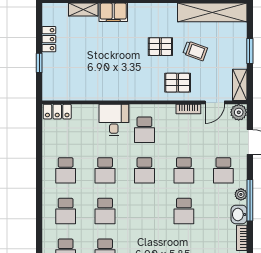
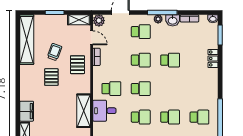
shelving: (114, 91) -> (84, 111), added

